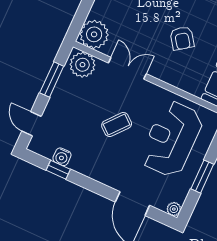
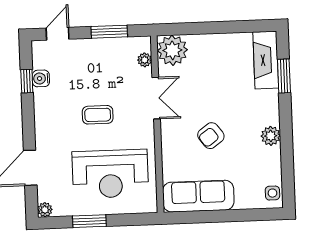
plant: (82, 65) -> (145, 60), width x0.53, depth x0.53
coffee table: (117, 125) -> (98, 115), turned -40
reception desk: (171, 139) -> (110, 174), turned 180

